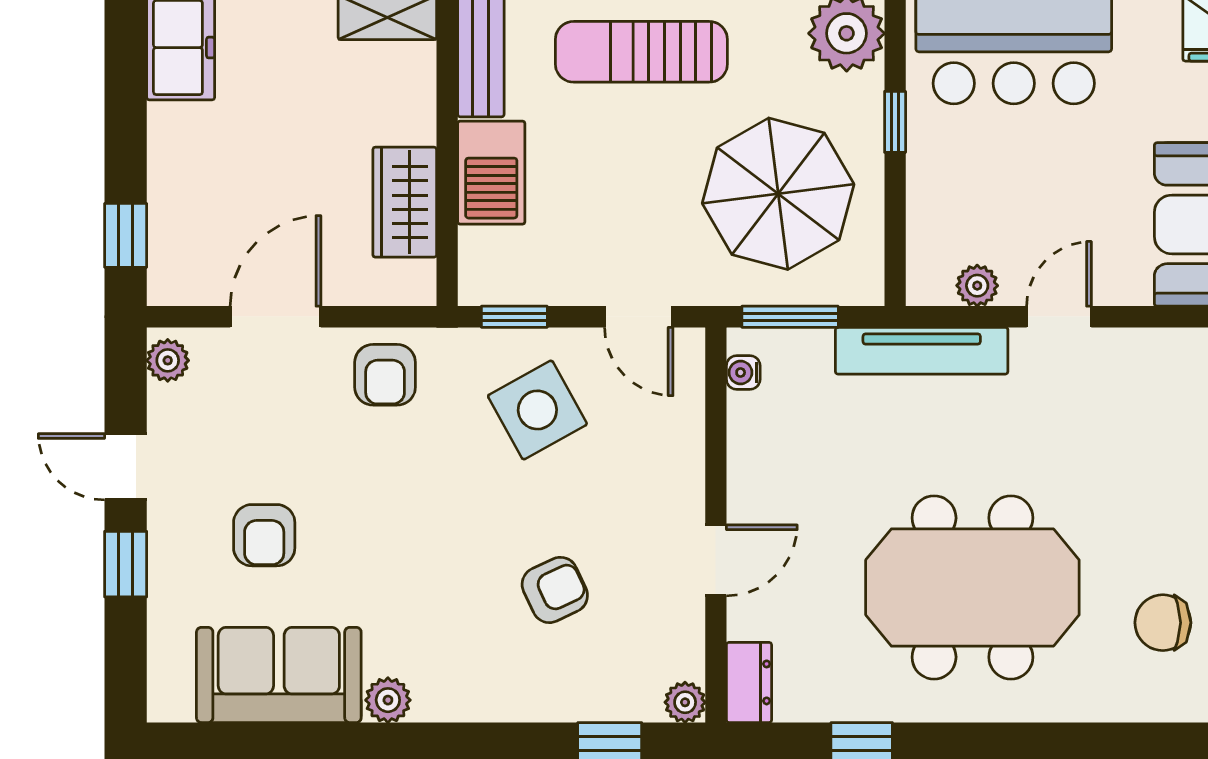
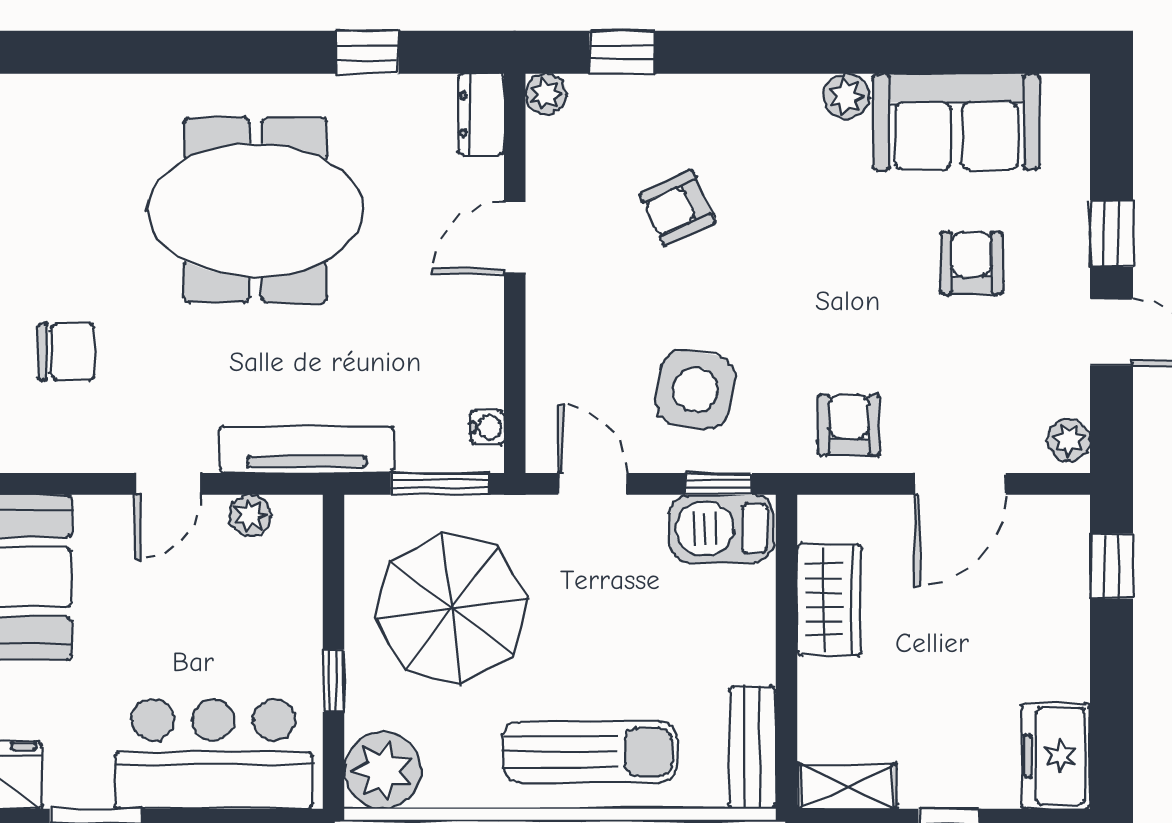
barbecue: (491, 173) -> (721, 529), moved, turned -90
side table: (537, 410) -> (695, 390), turned 38
chair: (1163, 623) -> (66, 352), moved

